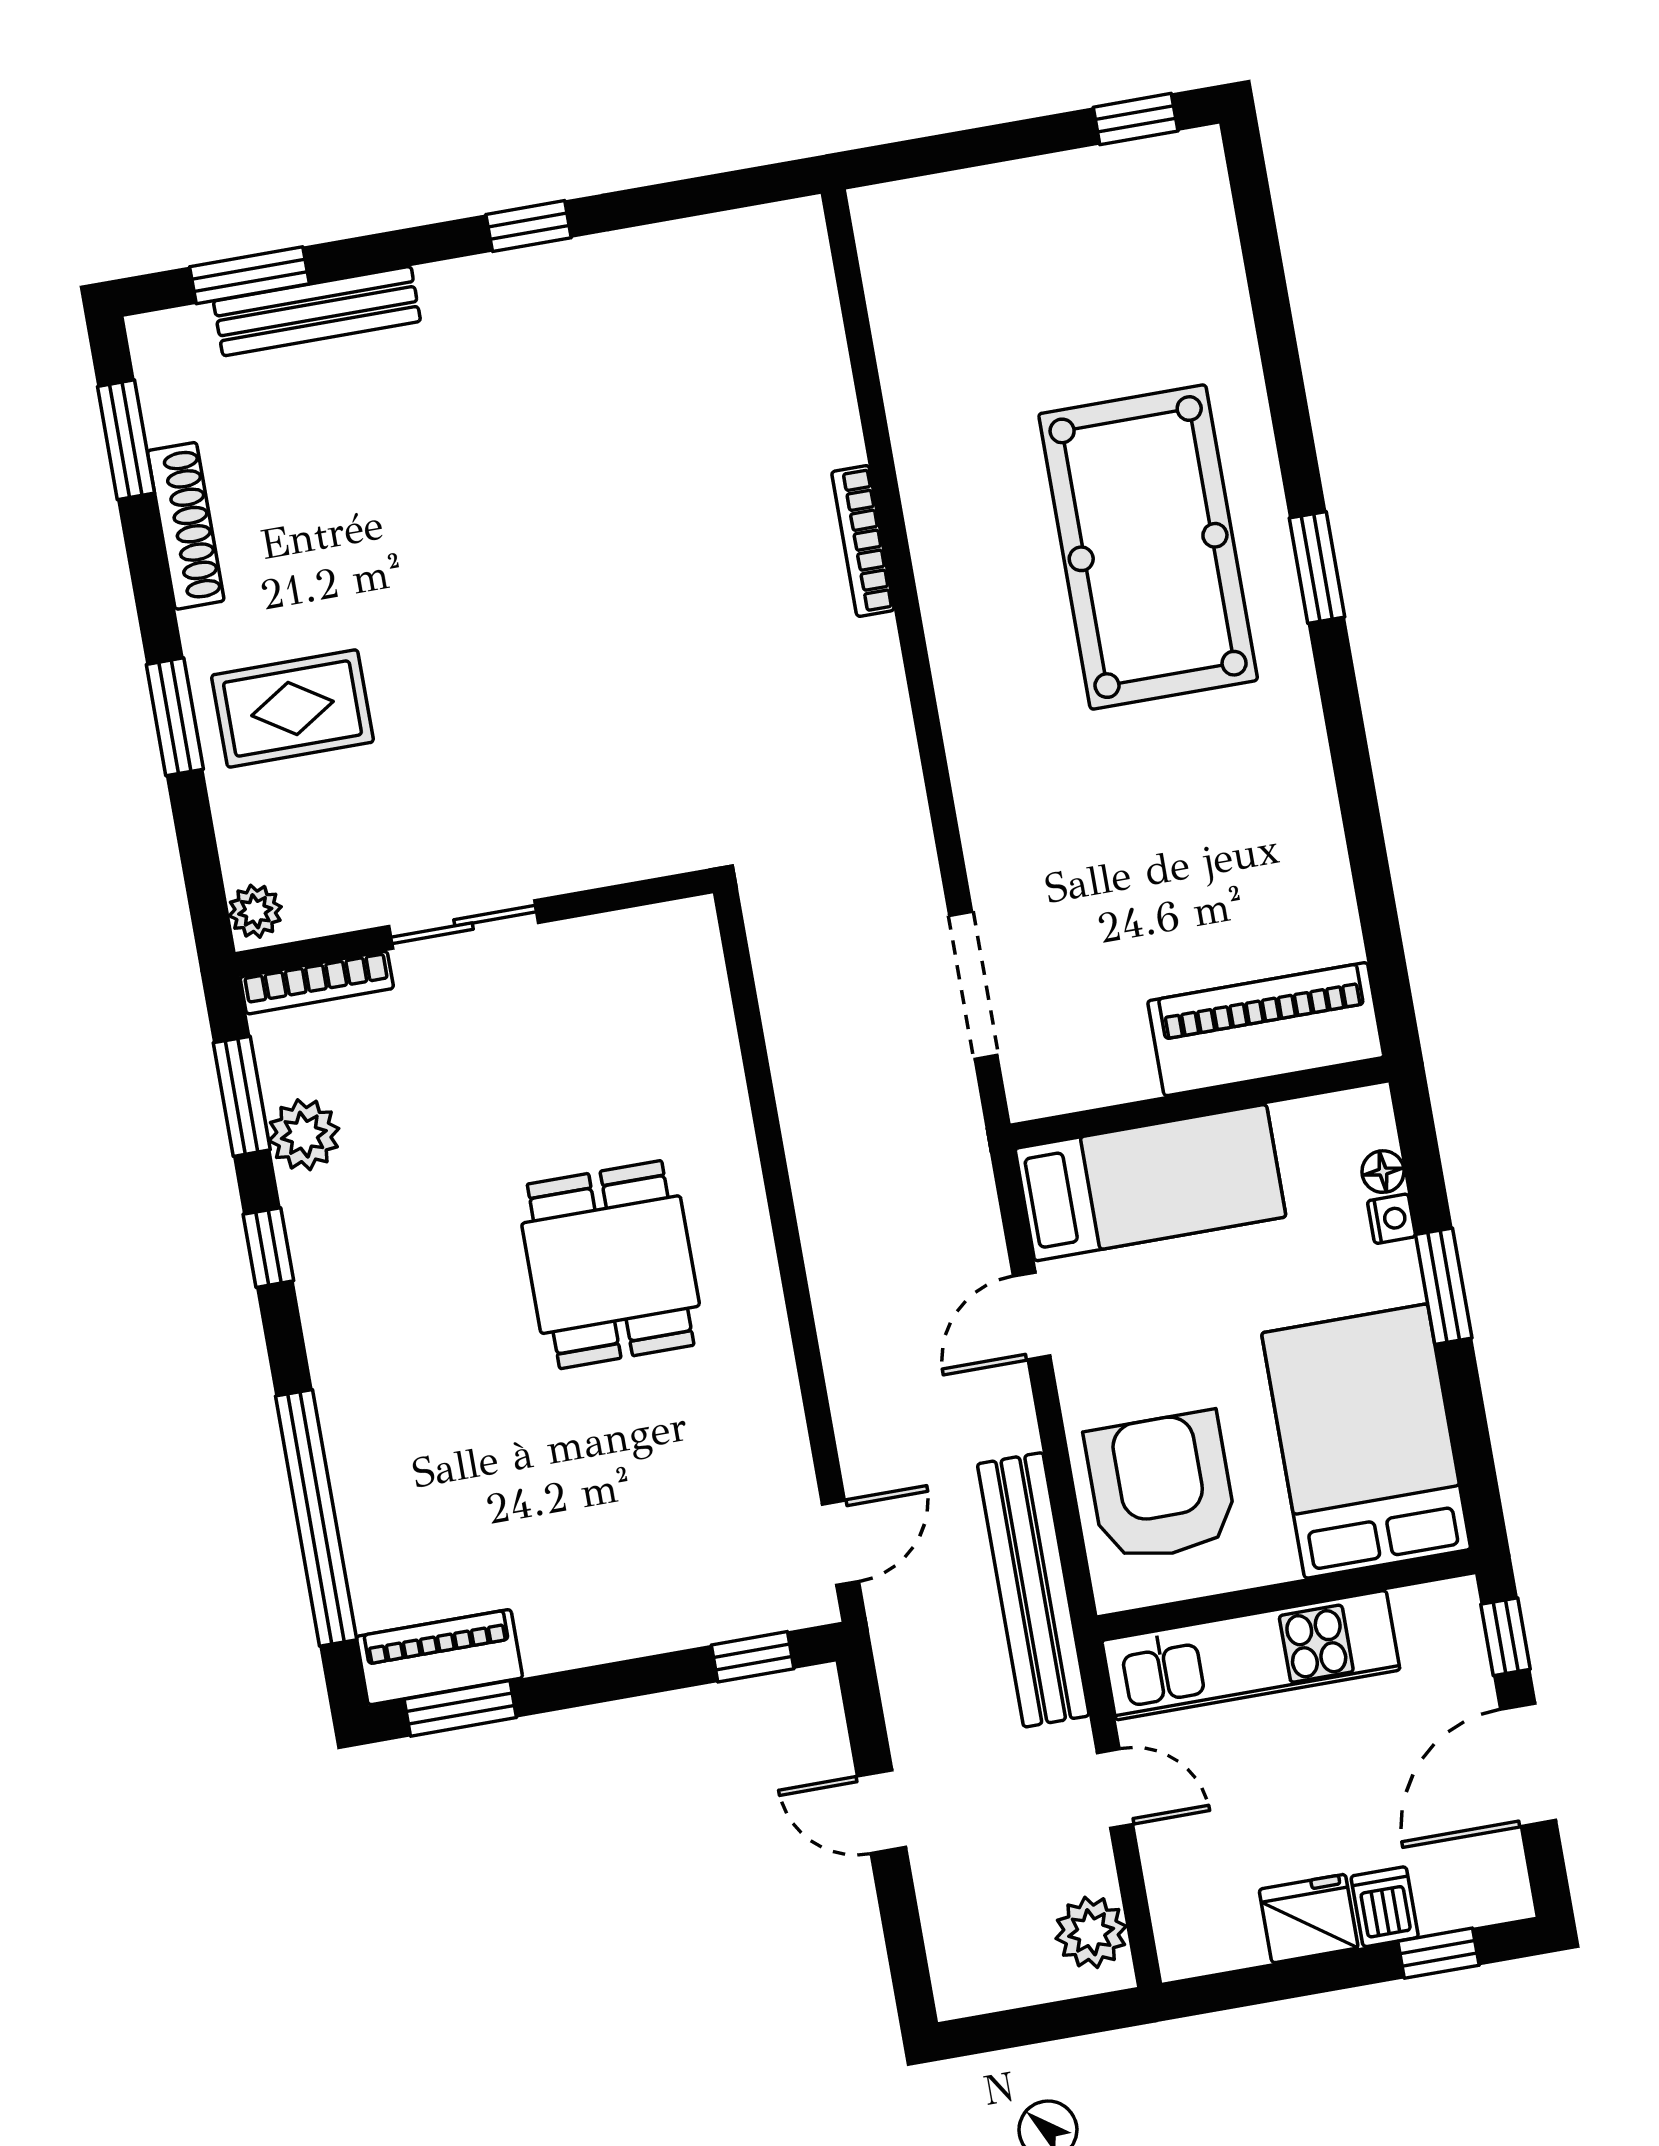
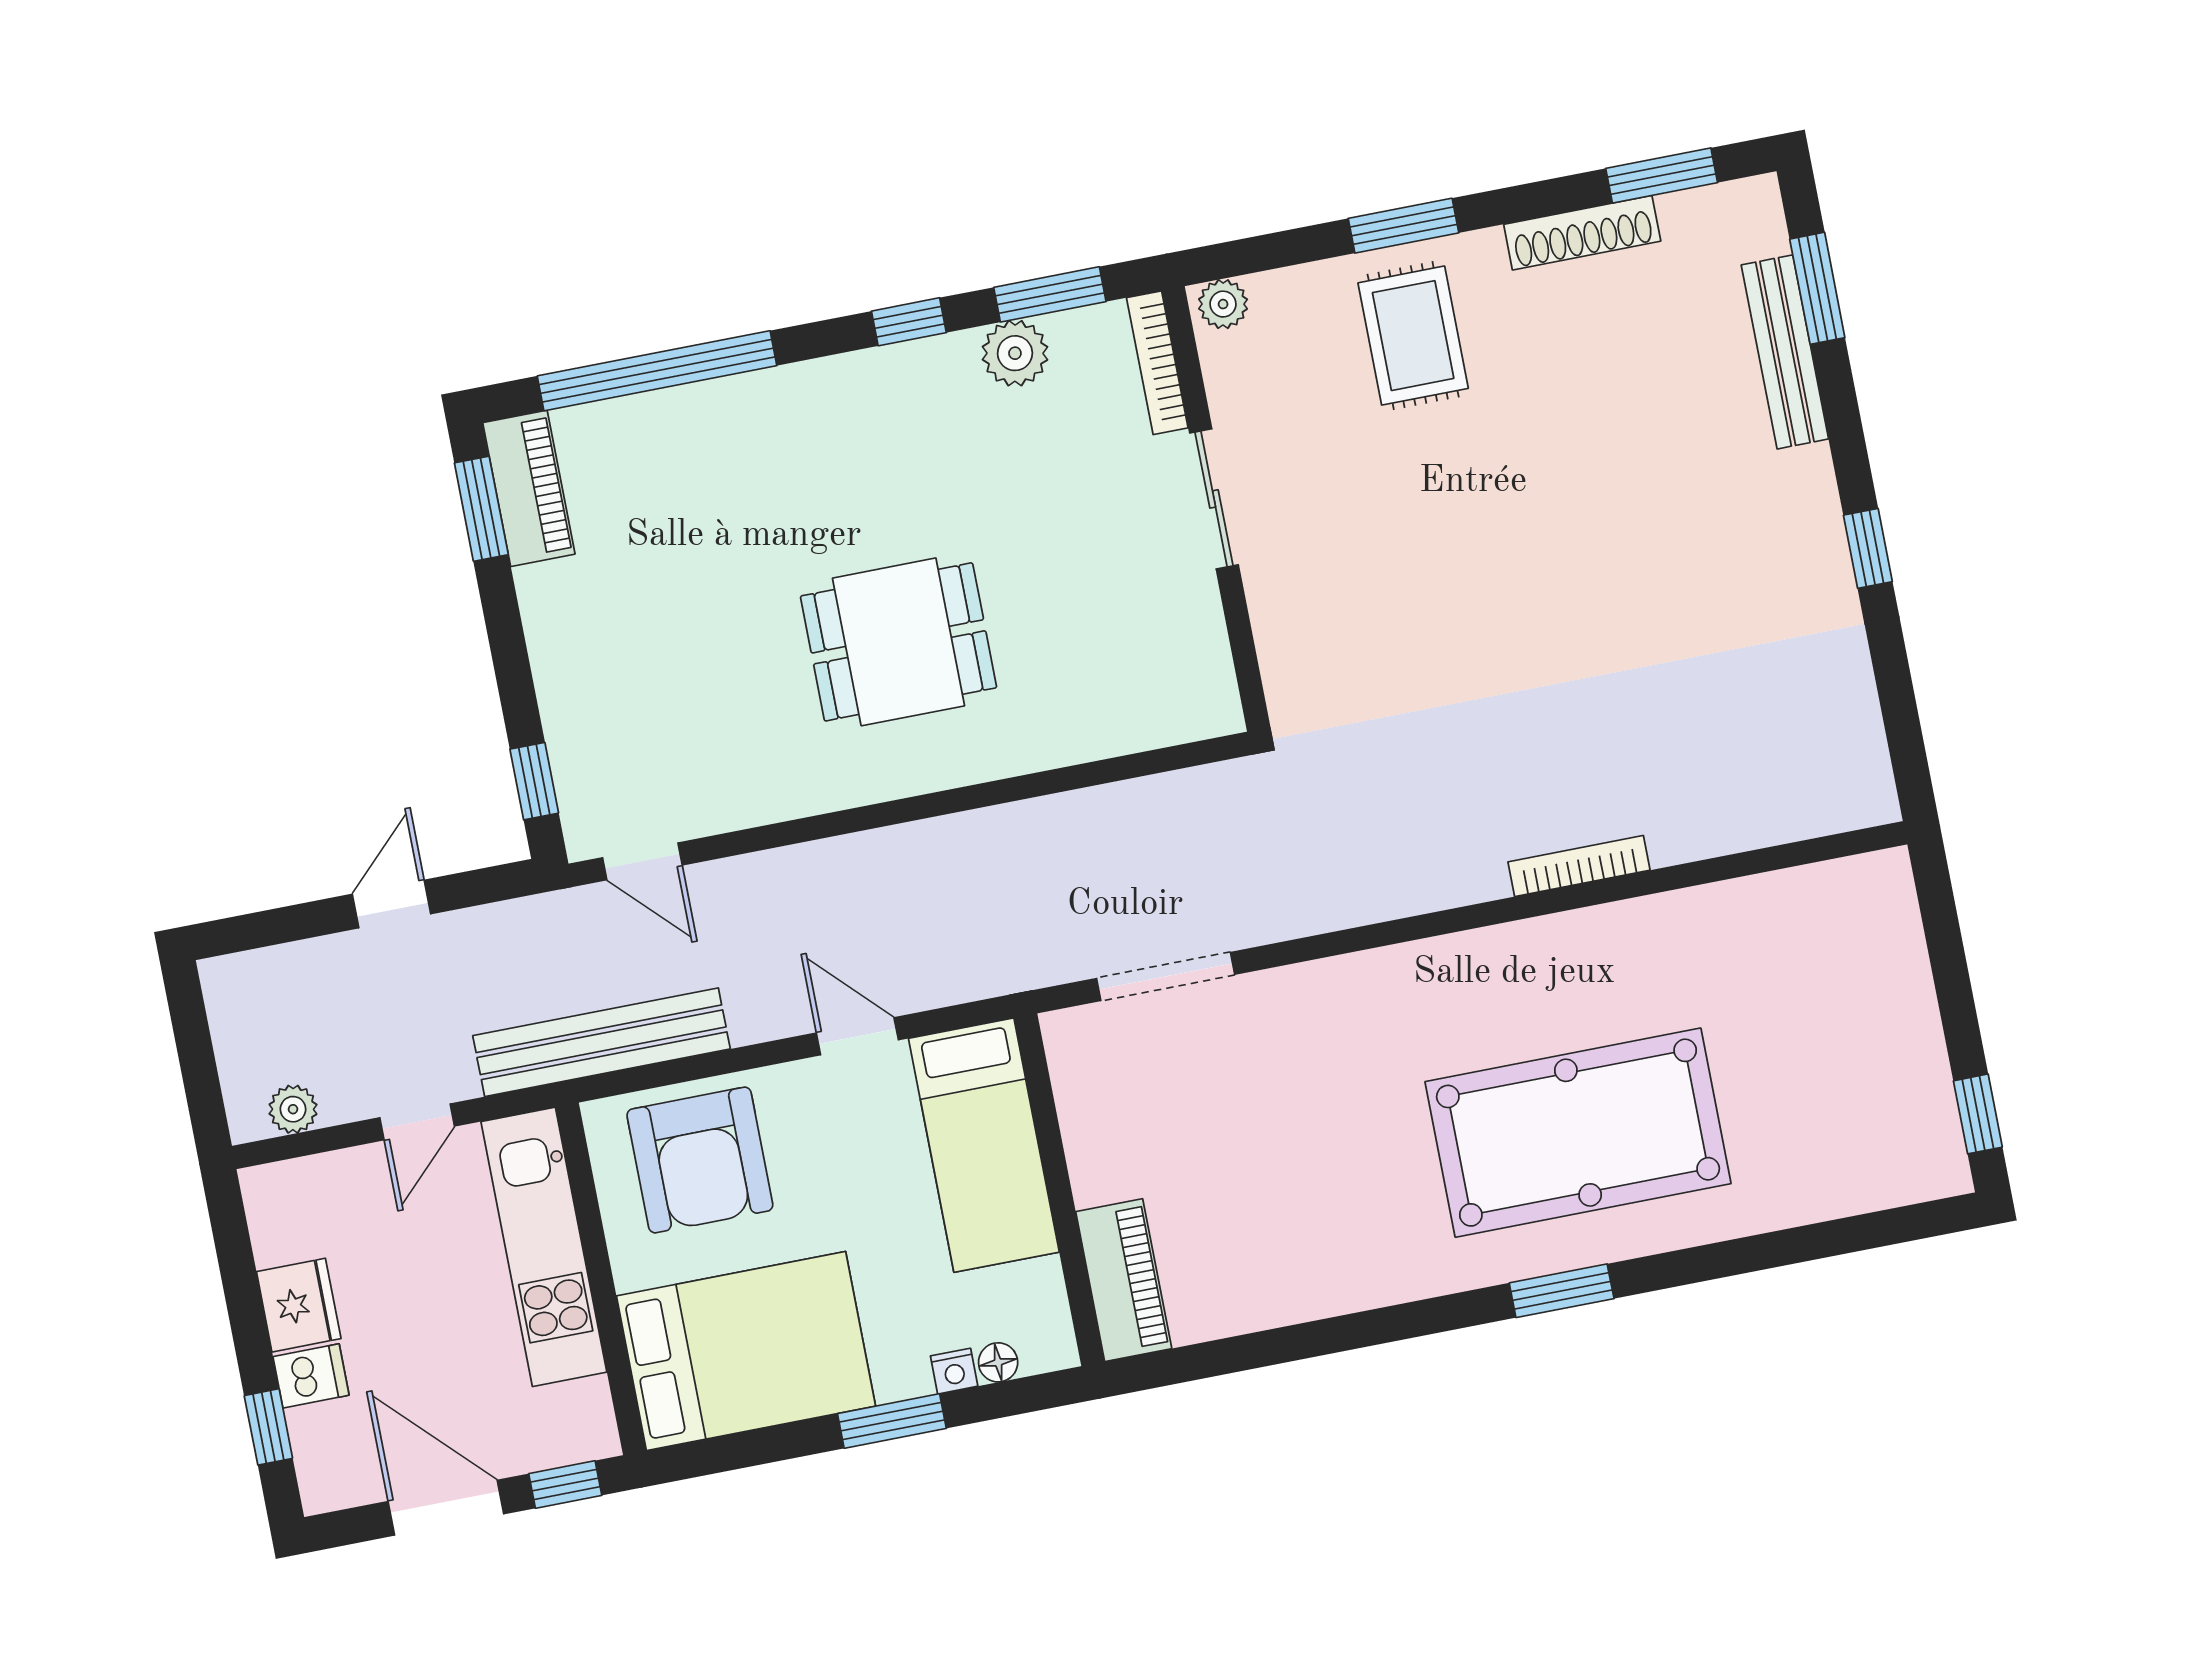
piano: (1266, 1029) -> (1124, 1280), width x0.73, depth x0.75
armchair: (1161, 1487) -> (700, 1160), turned 90
plant: (1091, 1932) -> (293, 1109), width x0.73, depth x0.73

